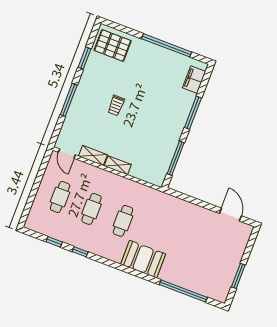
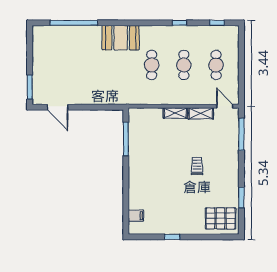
window: (167, 45) -> (172, 237), width x0.32
filing cabinet: (194, 80) -> (136, 216), width x0.50
window: (69, 100) -> (241, 134), moved
window: (193, 113) -> (126, 186), removed
window: (54, 242) -> (217, 23), moved
window: (238, 276) -> (30, 87), moved

